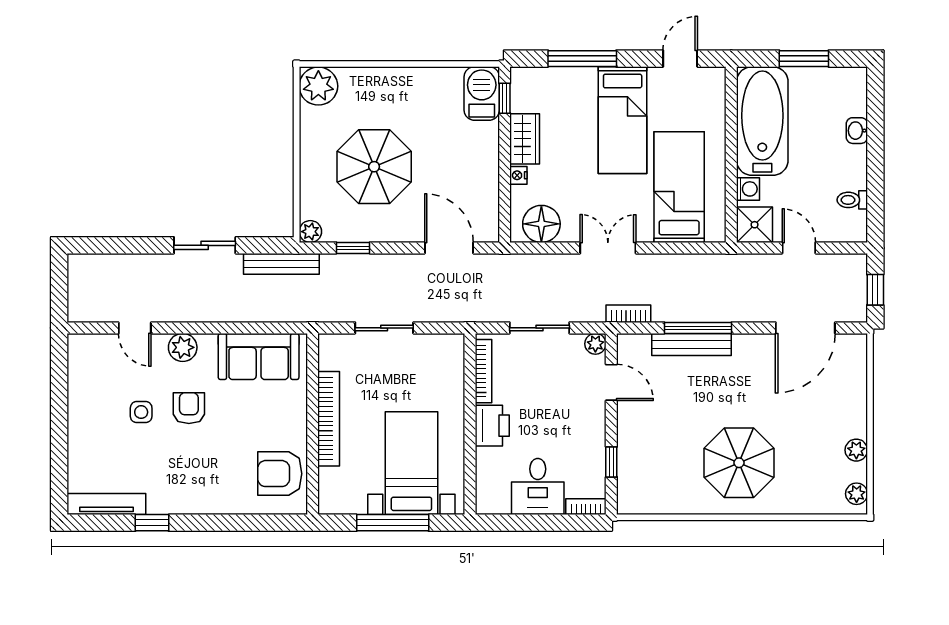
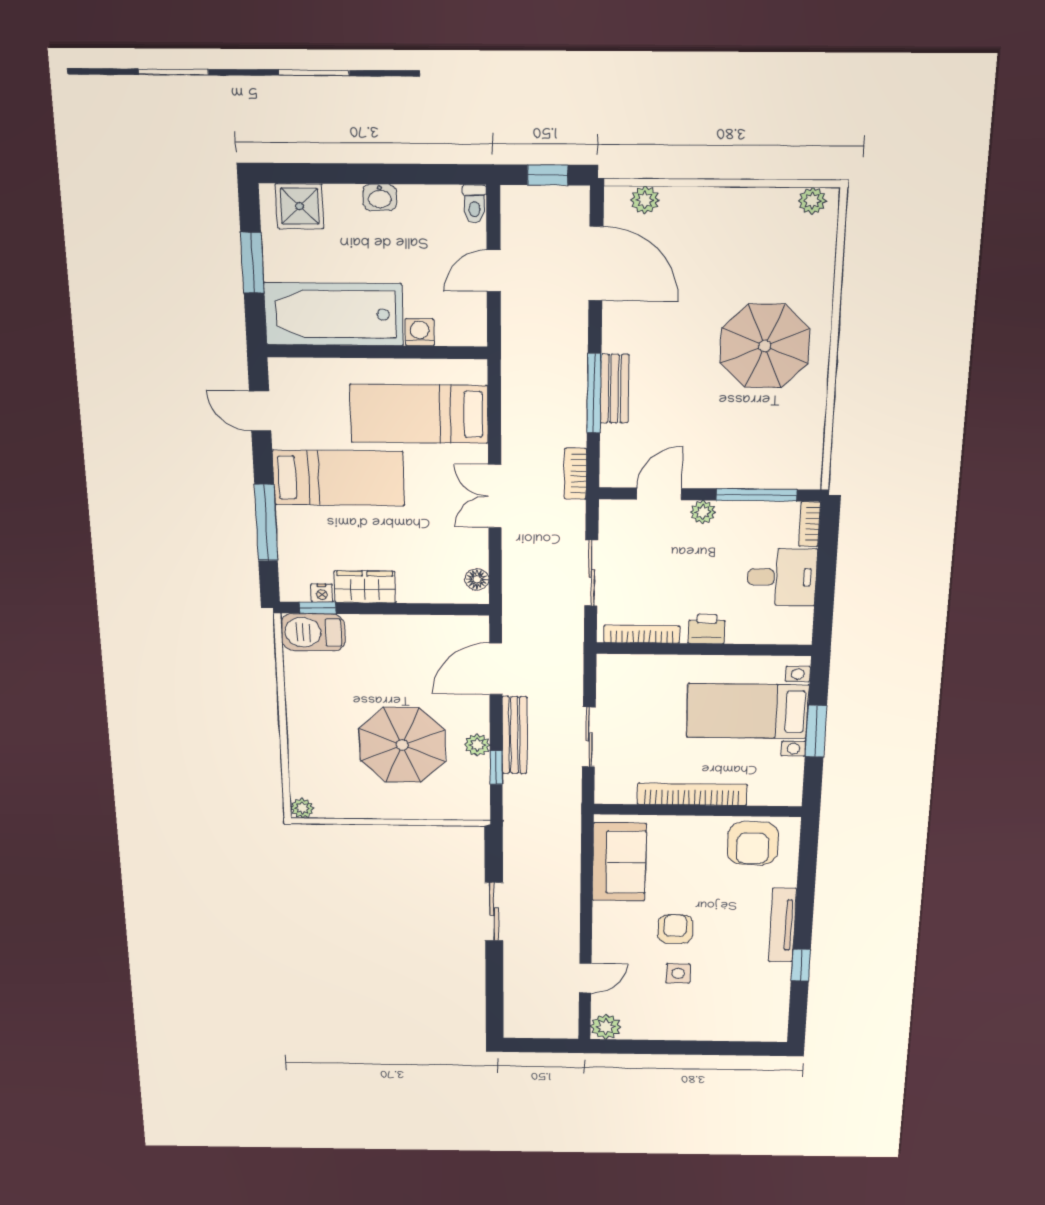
plant: (318, 86) -> (302, 808), width x0.53, depth x0.53
washbasin: (857, 131) -> (380, 197), moved
nightstand: (518, 175) -> (322, 593), moved
toilet: (852, 200) -> (474, 204), moved
floor lamp: (541, 224) -> (477, 579), width x0.53, depth x0.53
shower: (755, 225) -> (299, 206), moved
plant: (310, 232) -> (477, 745), moved
bench: (281, 264) -> (515, 735), moved
plant: (595, 344) -> (703, 512), moved
bench: (691, 344) -> (615, 389), width x0.73
plant: (183, 347) -> (606, 1027), moved
armchair: (189, 408) -> (675, 929), turned 90
printer: (492, 426) -> (707, 629), width x0.73, depth x0.81
plant: (856, 450) -> (645, 200), moved
window: (611, 462) -> (756, 495), width x2.17
tv unit: (106, 504) -> (783, 925), moved
window: (393, 523) -> (816, 731), width x0.69

